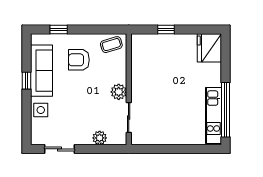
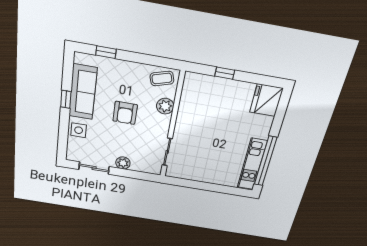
armchair: (79, 60) -> (125, 113), moved, turned -90
plant: (119, 92) -> (165, 106), moved
plant: (100, 138) -> (123, 163), moved

